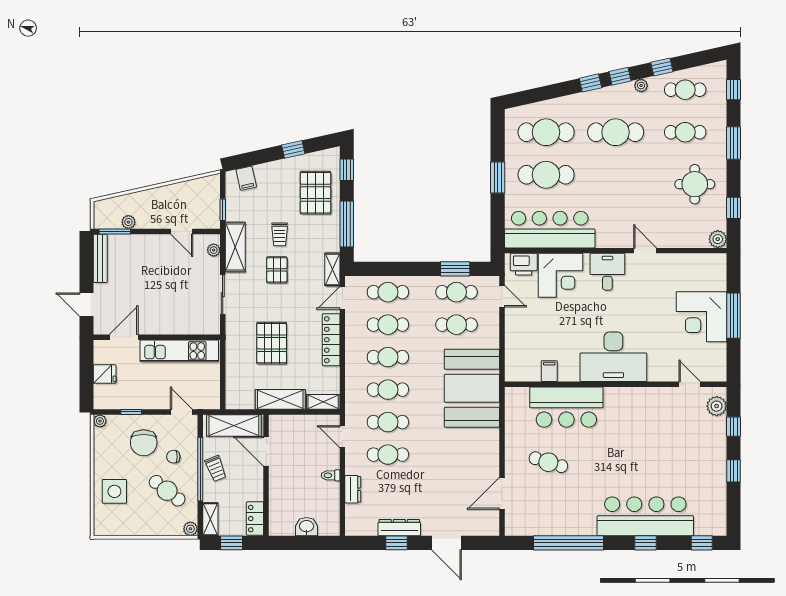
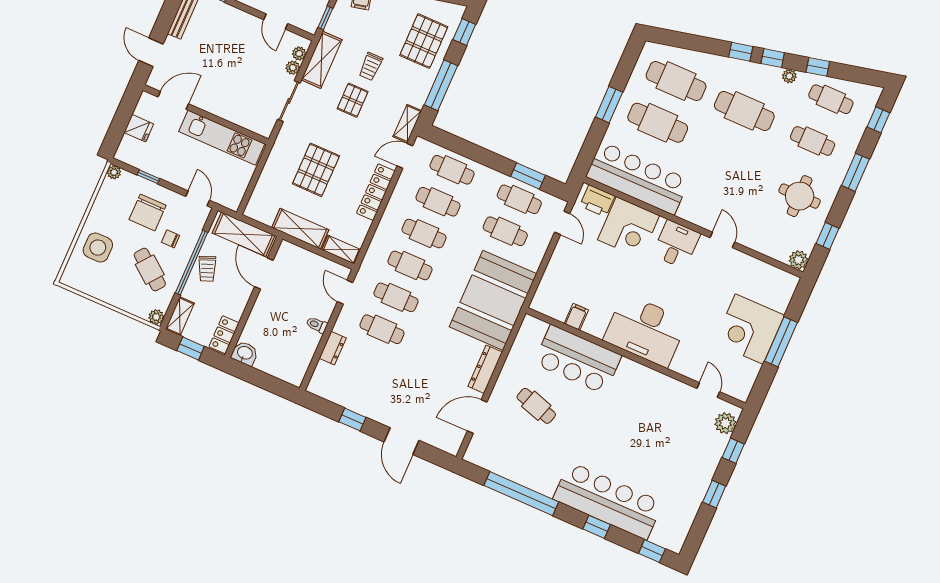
plant: (213, 265) -> (293, 68), added
washbasin: (307, 527) -> (245, 353), moved
dresser: (399, 528) -> (485, 369), moved, turned -90

